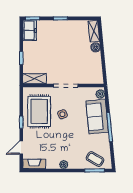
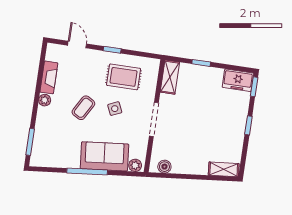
boiler: (96, 47) -> (164, 167), moved
rug: (39, 111) -> (124, 77), width x0.73, depth x0.70
coffee table: (95, 159) -> (83, 108), moved
fireplace: (34, 164) -> (49, 77), moved

